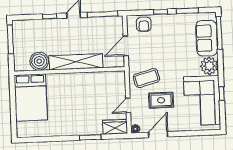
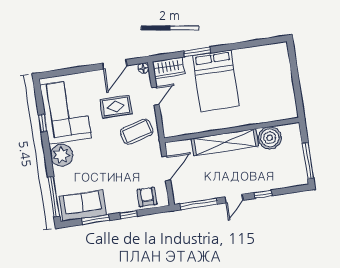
sofa: (207, 38) -> (83, 206), moved, turned -90
bed: (31, 98) -> (216, 81), moved, turned 180

